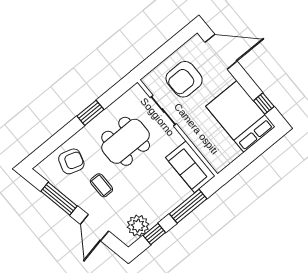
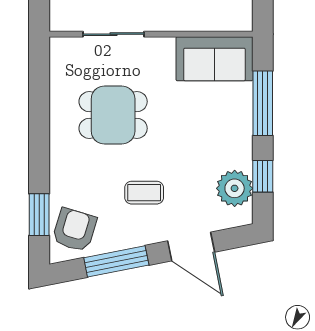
window: (90, 113) -> (39, 215), moved
dining table: (126, 141) -> (113, 115), width x0.73
armchair: (71, 161) -> (74, 230), moved

